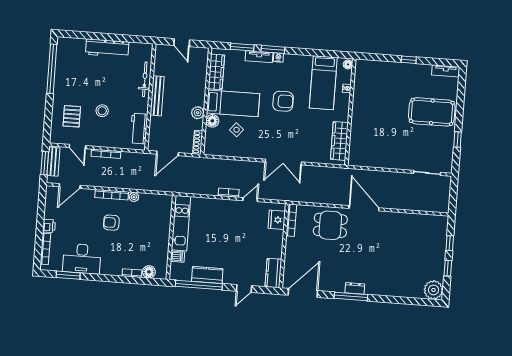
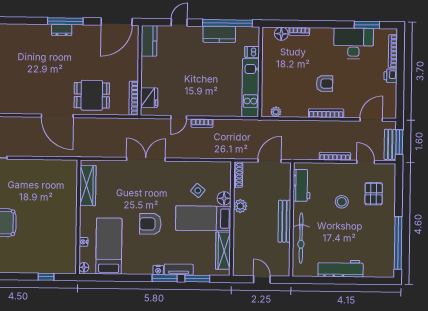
window: (409, 60) -> (46, 277), moved
bicycle: (145, 79) -> (301, 238), width x1.37, depth x1.40
plant: (134, 197) -> (276, 112), moved

